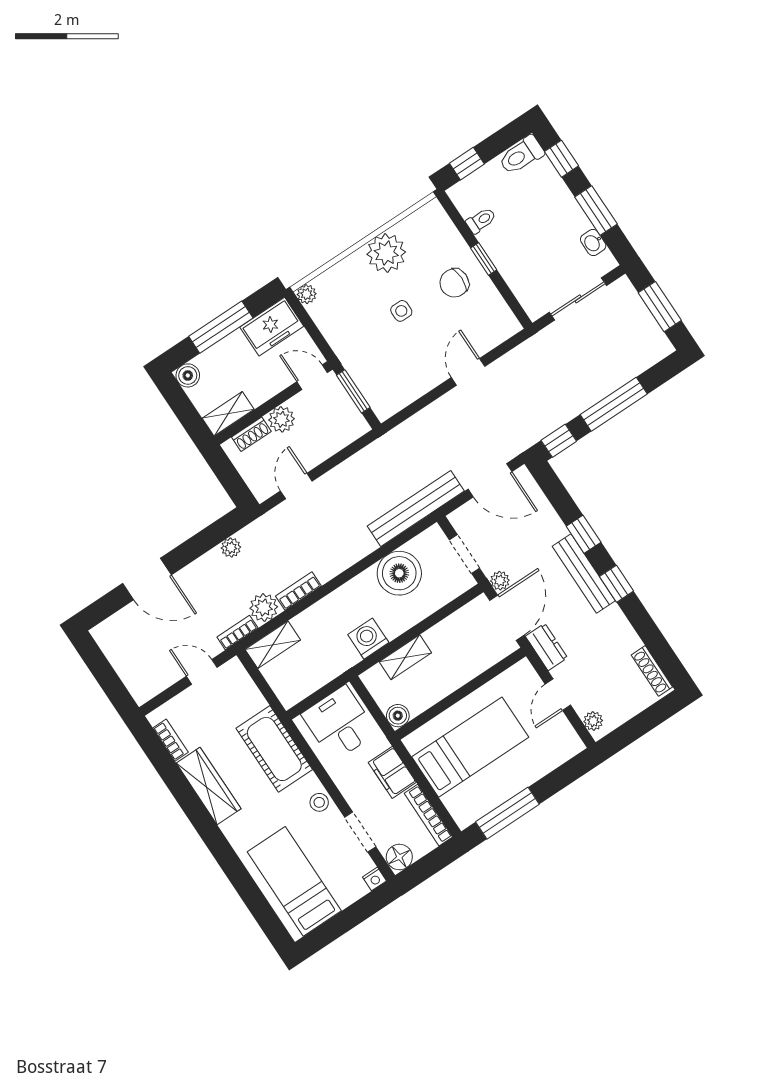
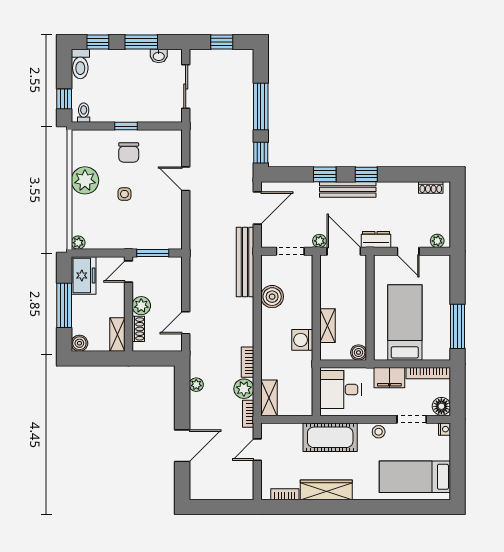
toilet: (481, 220) -> (84, 113), moved
window: (660, 307) -> (222, 42), width x0.67
door: (296, 486) -> (186, 323), hinge flipped
boiler: (399, 573) -> (272, 297), width x0.73, depth x0.73
shoe rack: (652, 671) -> (431, 187), width x0.70

